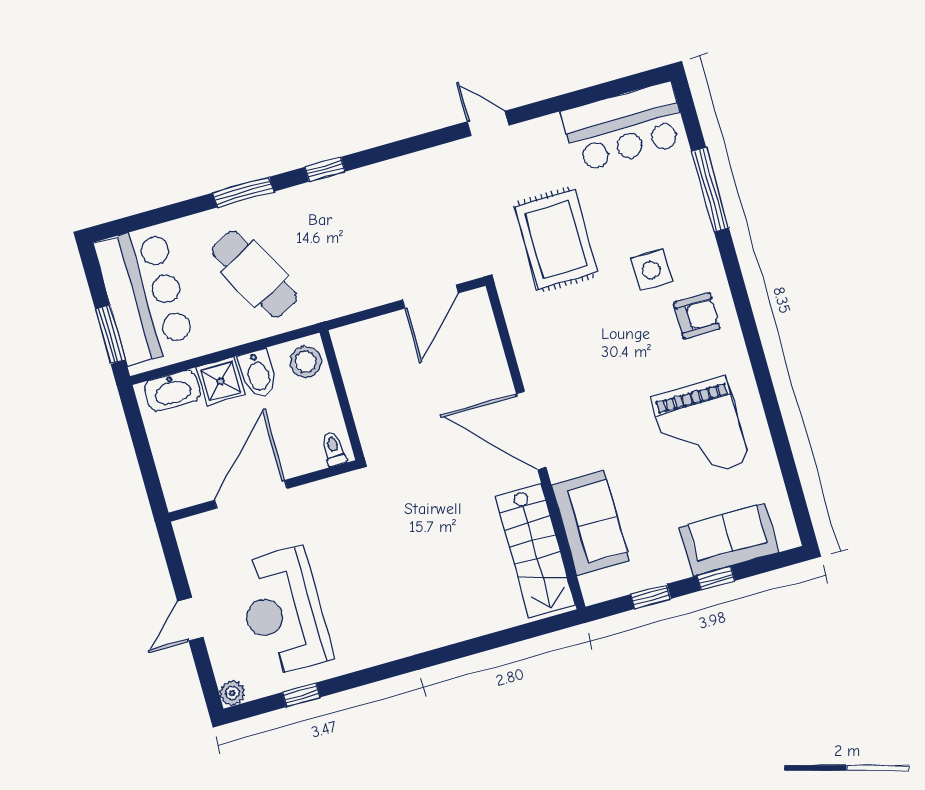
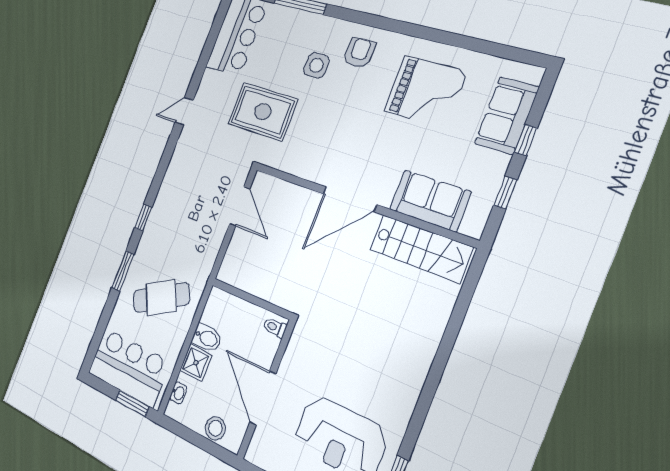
stool: (306, 362) -> (215, 428), moved
washbasin: (172, 391) -> (178, 393), width x0.52, depth x0.69

